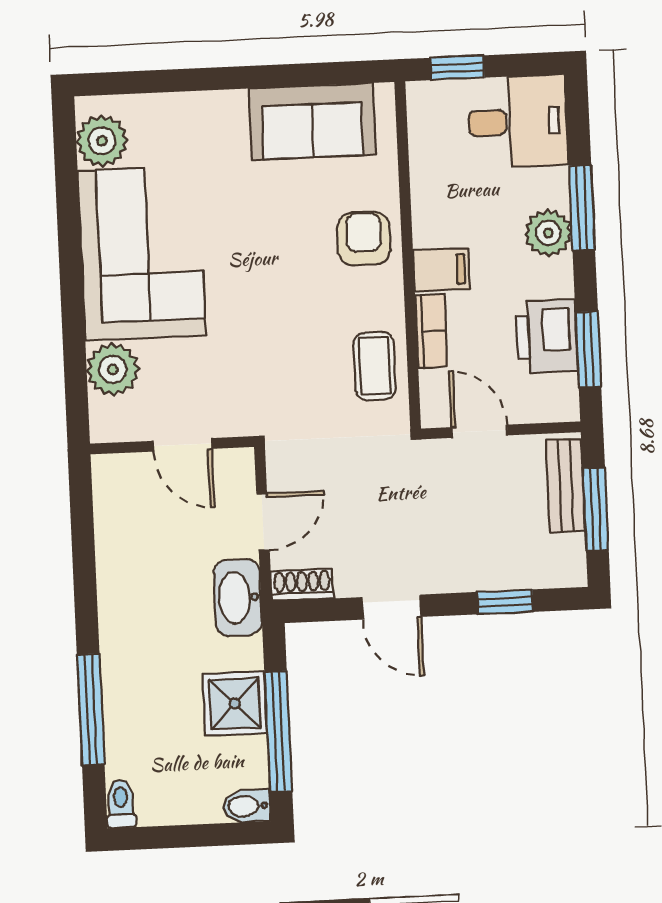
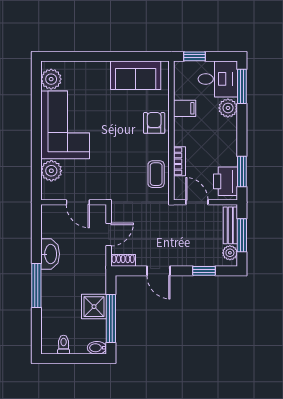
window: (582, 208) -> (242, 86), moved
plant: (548, 233) -> (228, 108), moved
filing cabinet: (441, 270) -> (185, 108), moved
printer: (547, 336) -> (226, 181), moved
plant: (568, 554) -> (230, 253), added
washbasin: (238, 598) -> (50, 254), moved, turned 180
window: (91, 709) -> (36, 286), moved
toilet: (121, 804) -> (64, 345), moved

